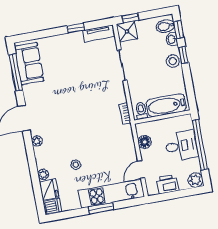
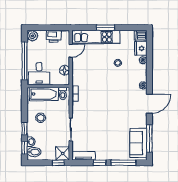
window: (44, 34) -> (123, 163), added
stool: (173, 61) -> (41, 118), moved
desk: (181, 146) -> (39, 74), moved, turned -90

